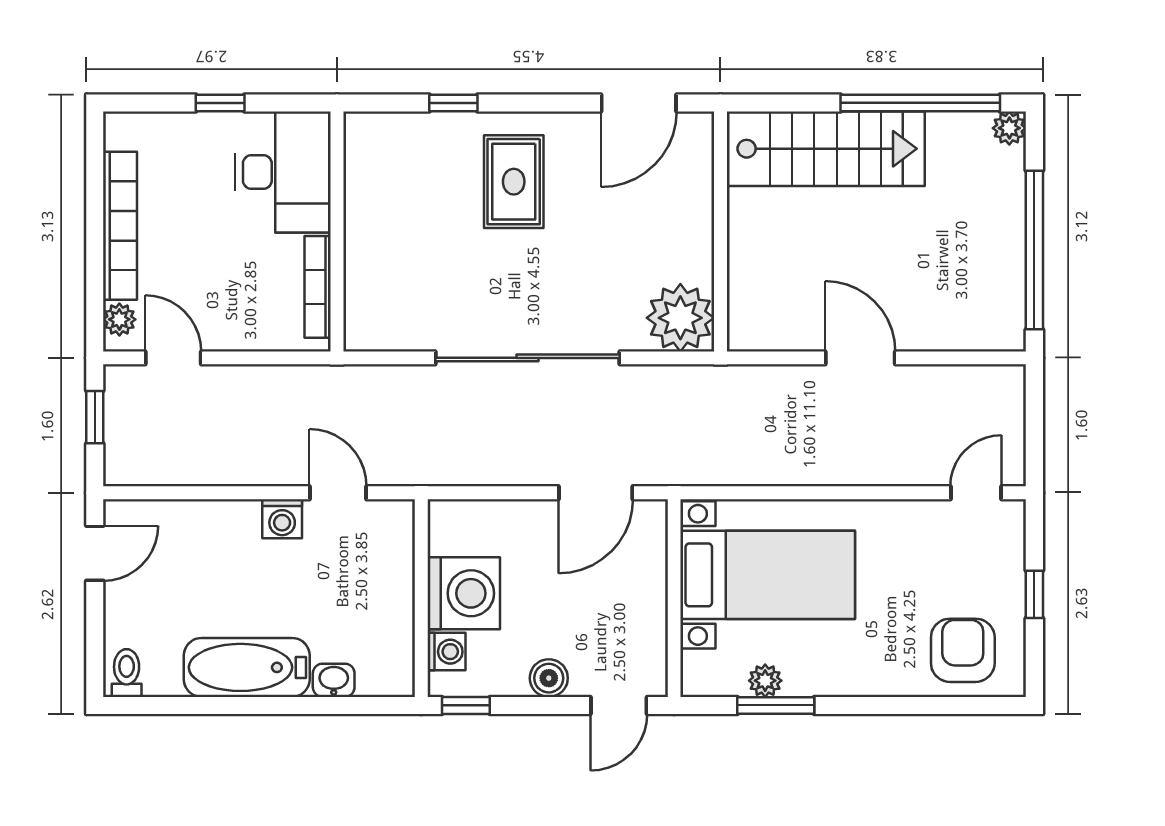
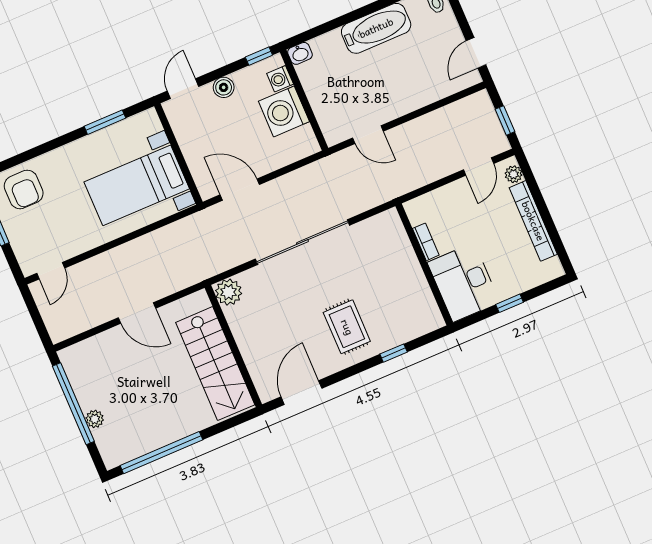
plant: (1009, 128) -> (95, 419), moved
stairs: (826, 149) -> (215, 364), moved, turned -90
bookcase: (318, 287) -> (426, 242), width x0.64
plant: (680, 318) -> (229, 292), width x0.73, depth x0.73
door: (173, 358) -> (479, 167), hinge flipped
door: (596, 493) -> (240, 190), hinge flipped
washing machine: (282, 519) -> (390, 110), removed
washbasin: (334, 680) -> (300, 53), moved
plant: (765, 681) -> (115, 132), removed

